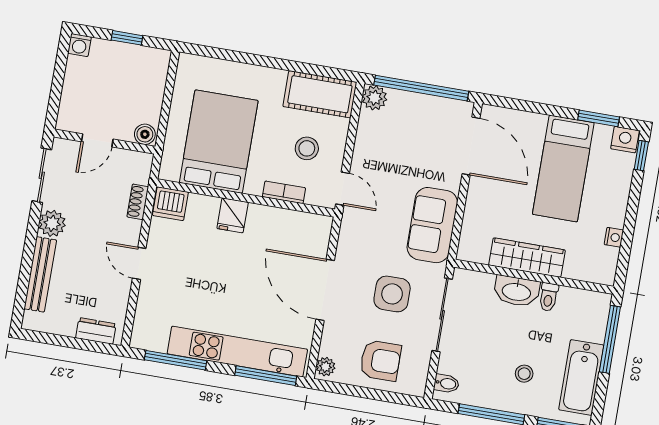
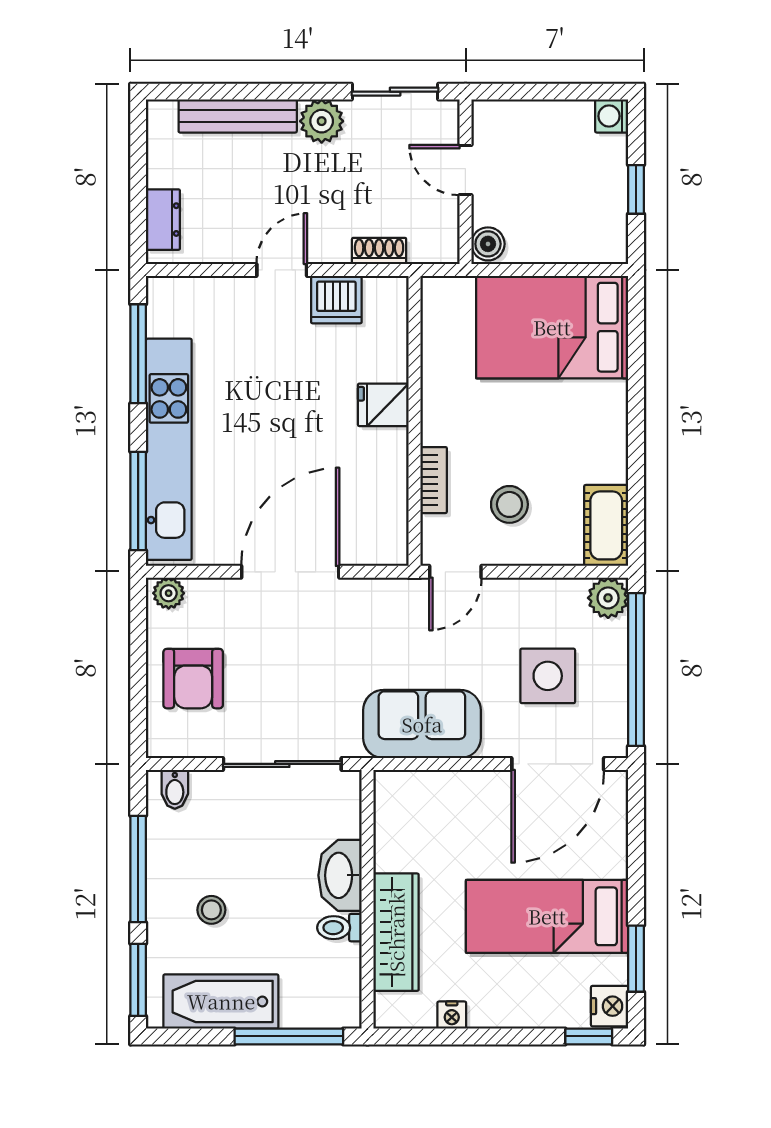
cot: (320, 94) -> (606, 525), width x0.73, depth x0.75
bed: (219, 142) -> (552, 327), moved, turned 180
dishwasher: (170, 204) -> (336, 300), moved, turned -90
wardrobe: (527, 258) -> (396, 932), moved
side table: (392, 294) -> (548, 676), moved

